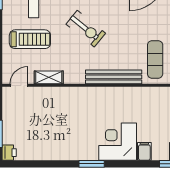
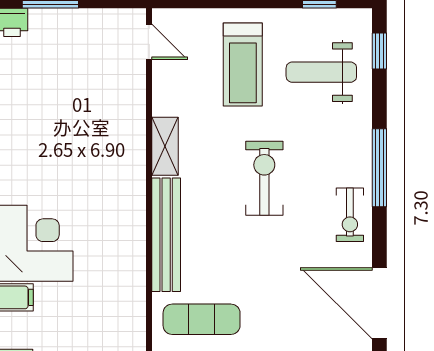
exercise bike: (86, 29) -> (264, 178), turned 141
shelving: (49, 77) -> (165, 146), moved

